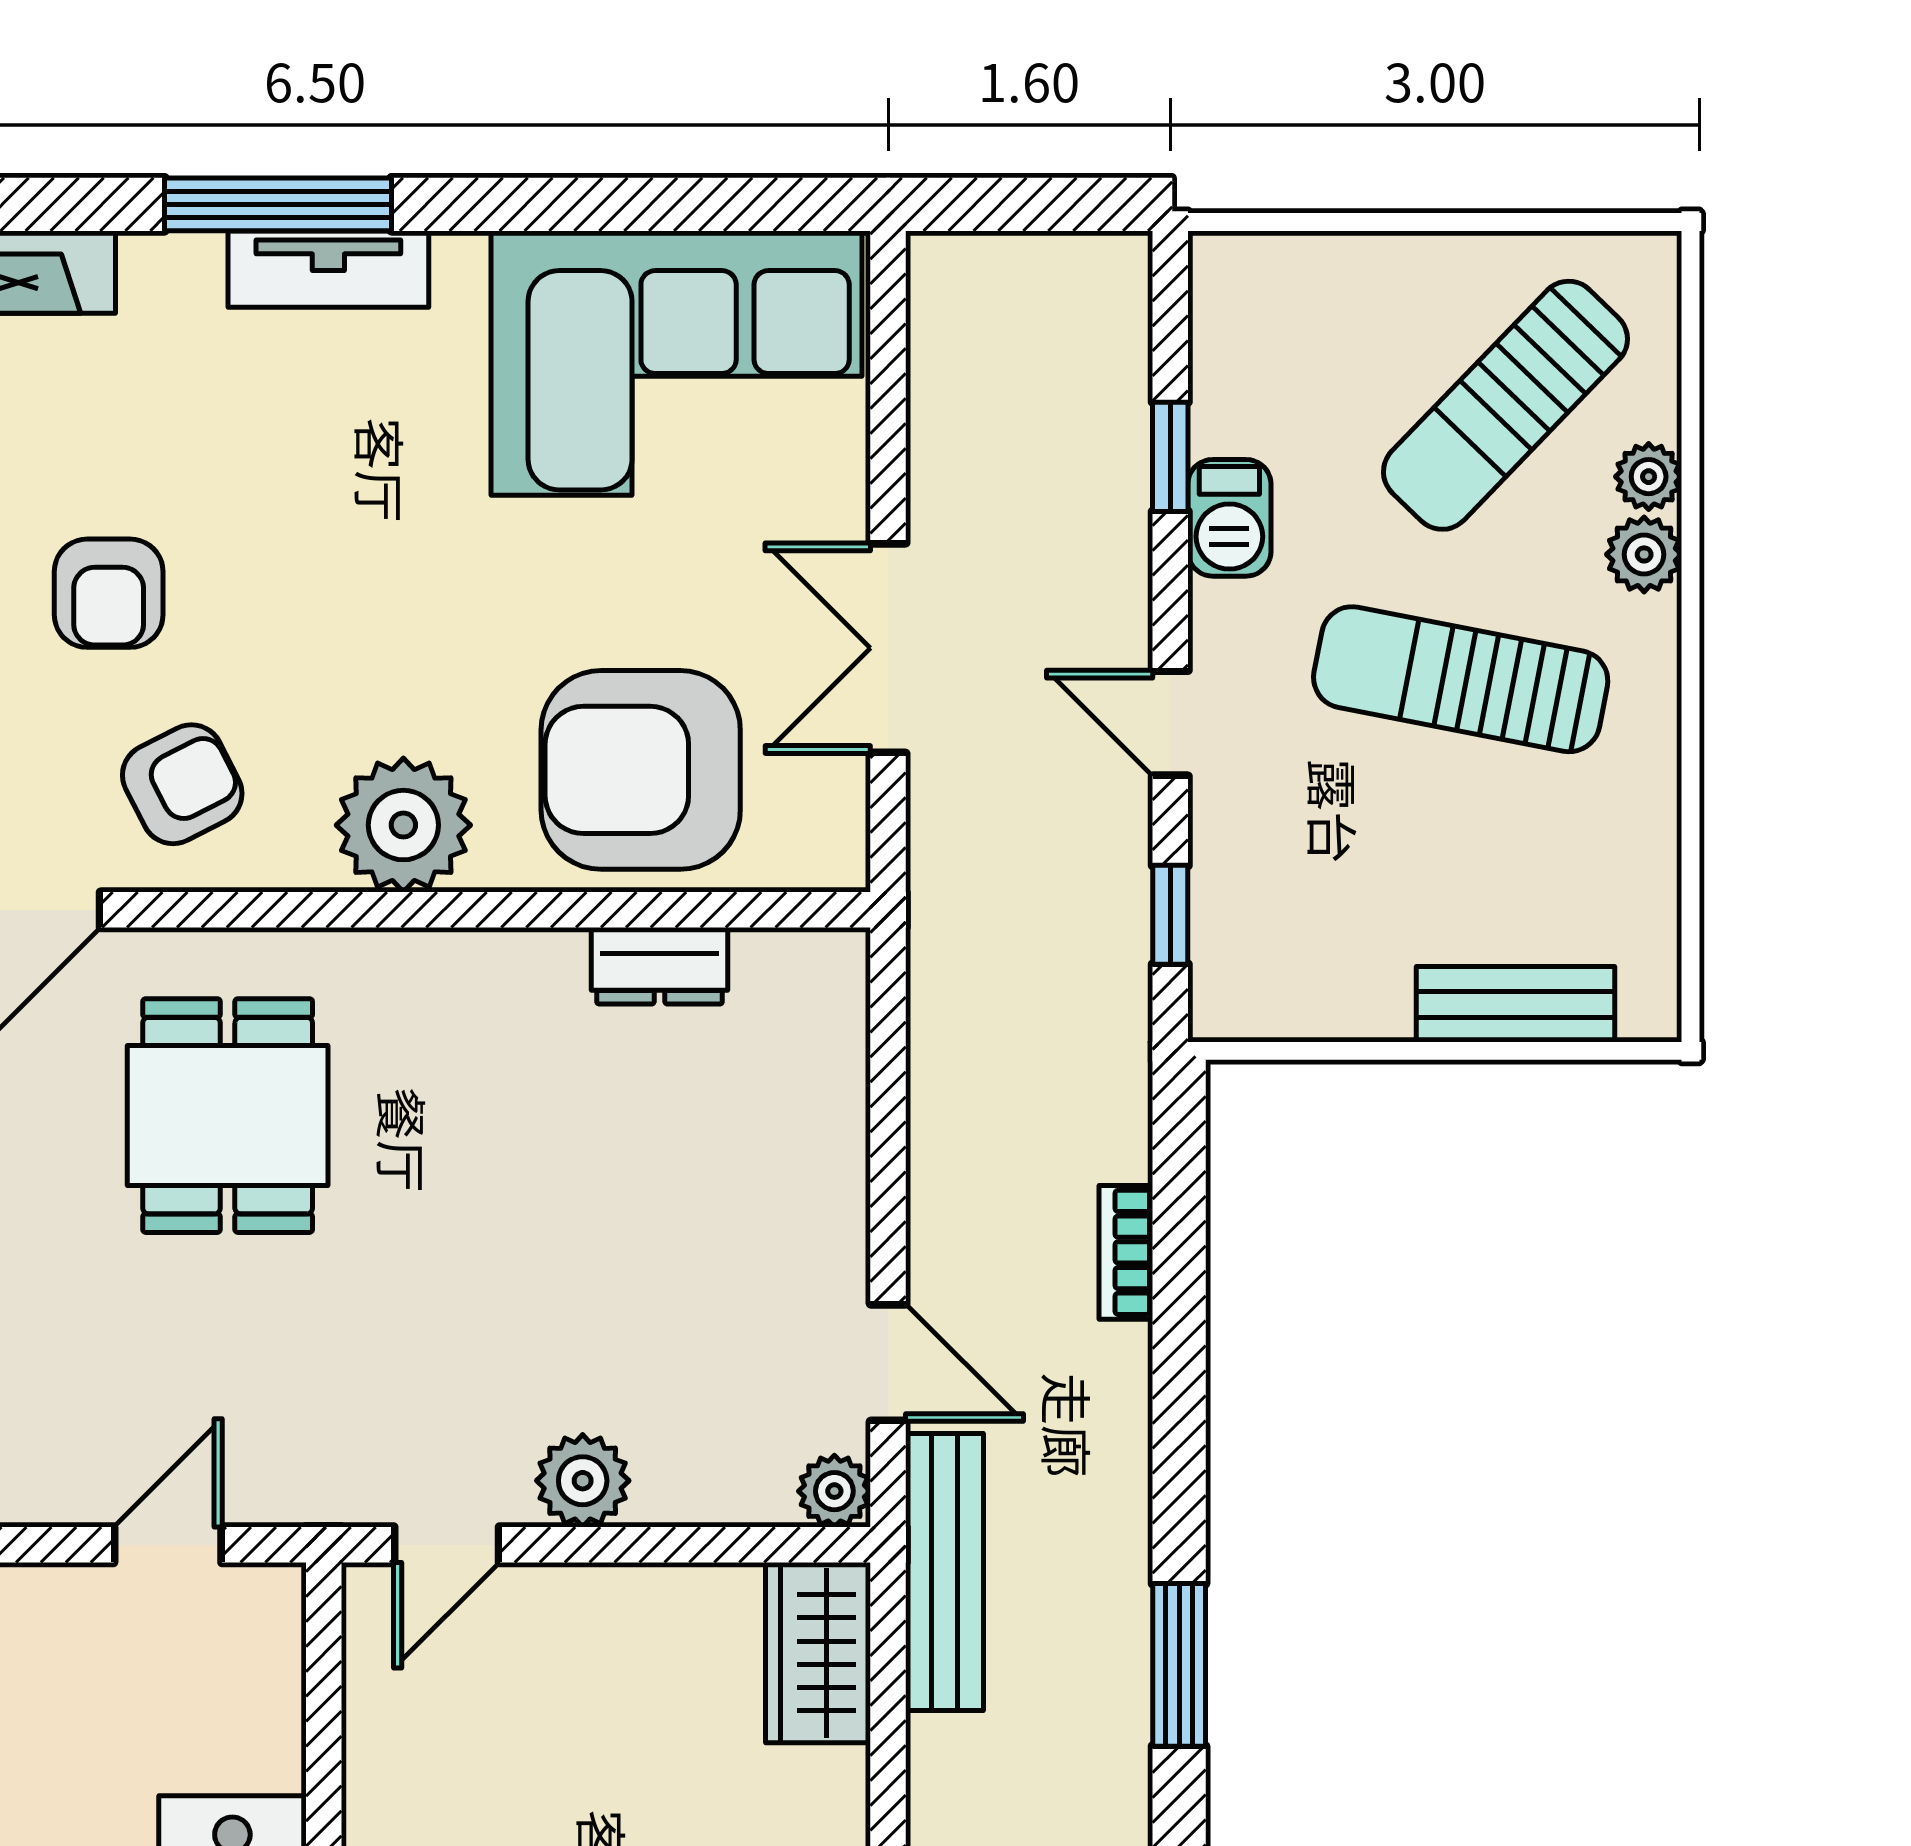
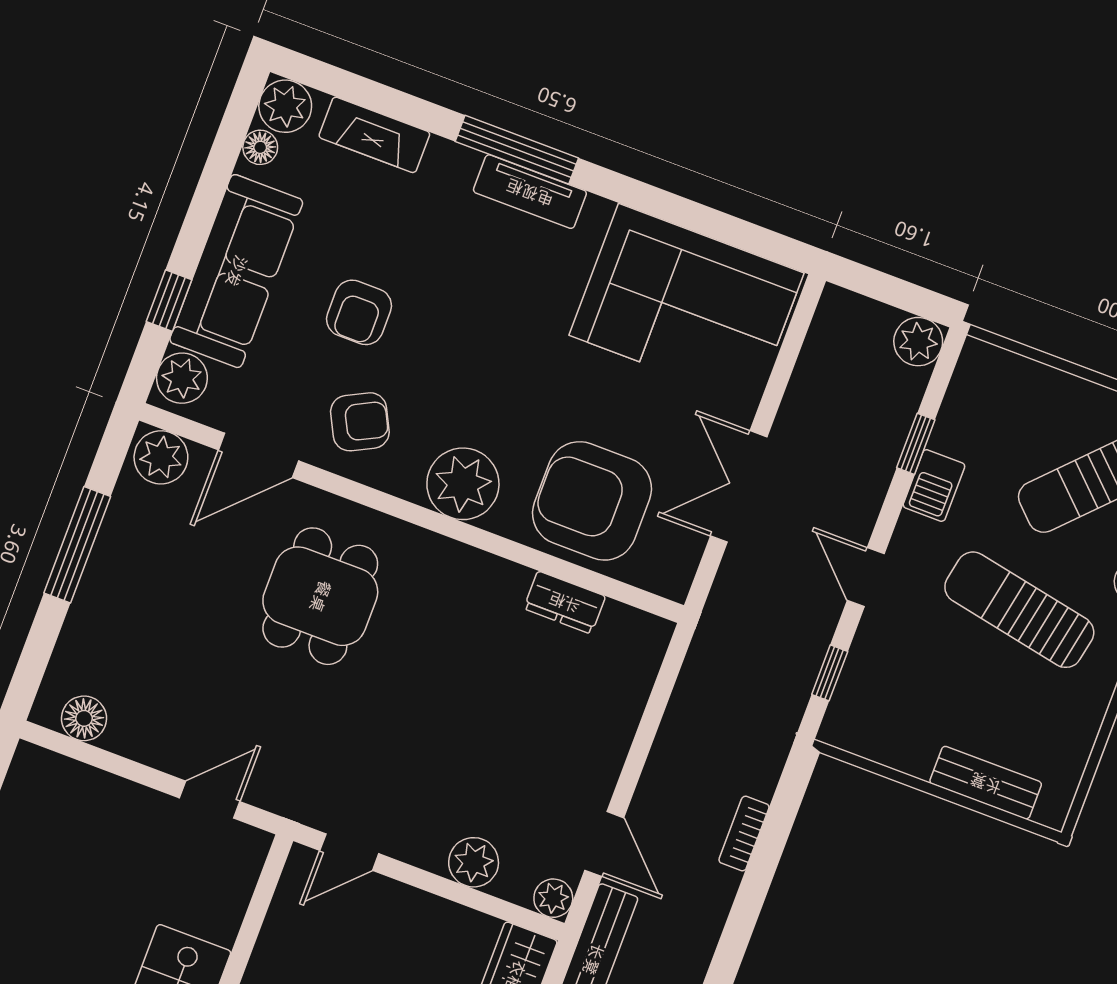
plant: (1107, 276) -> (918, 342), added
plant: (583, 1481) -> (474, 862), moved

